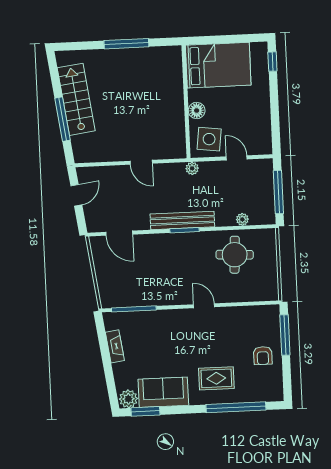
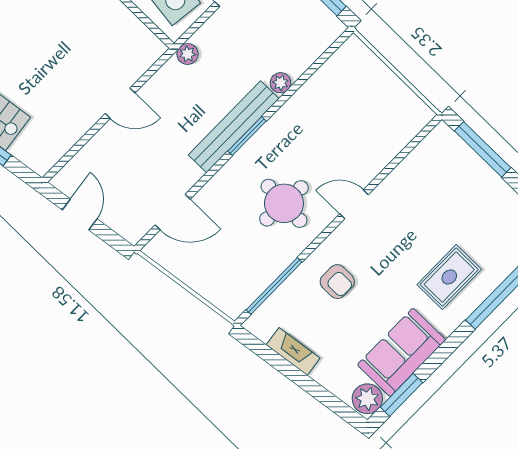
plant: (242, 219) -> (280, 83), moved
round table: (235, 255) -> (284, 203), moved
armchair: (263, 356) -> (337, 282), moved

